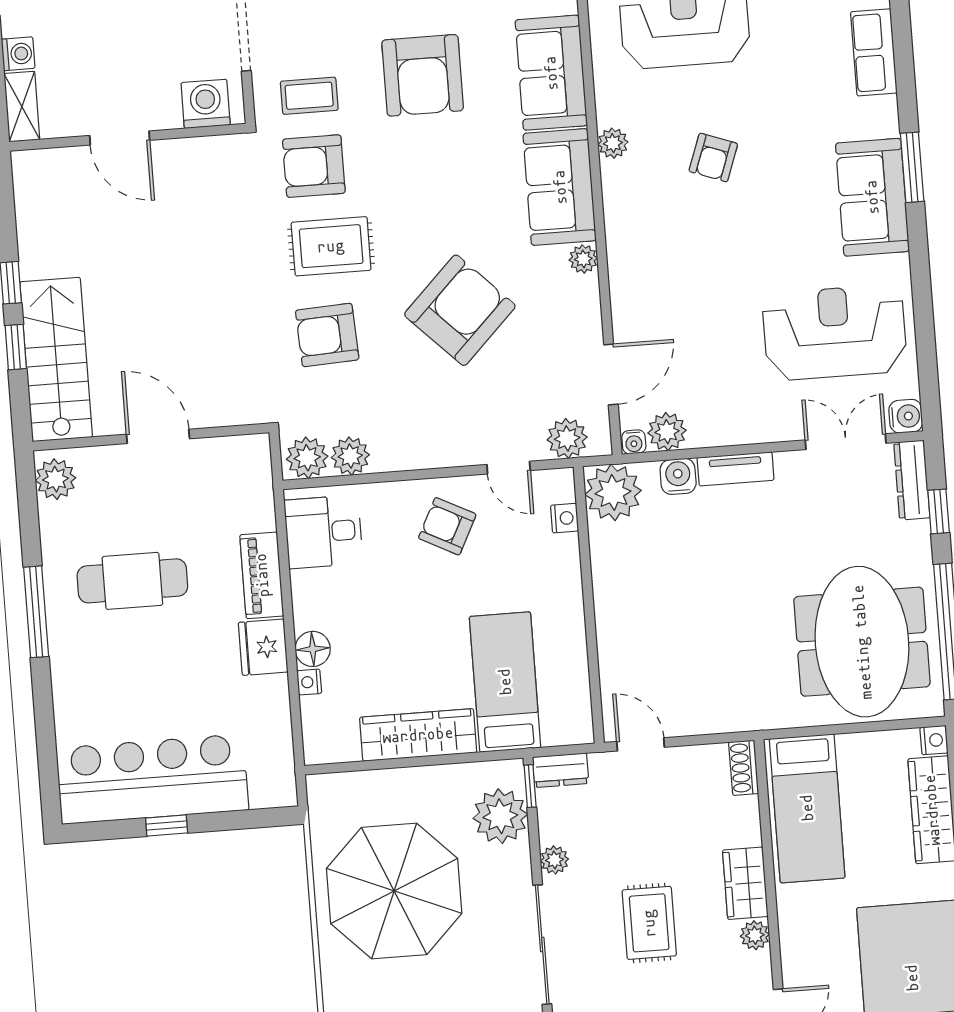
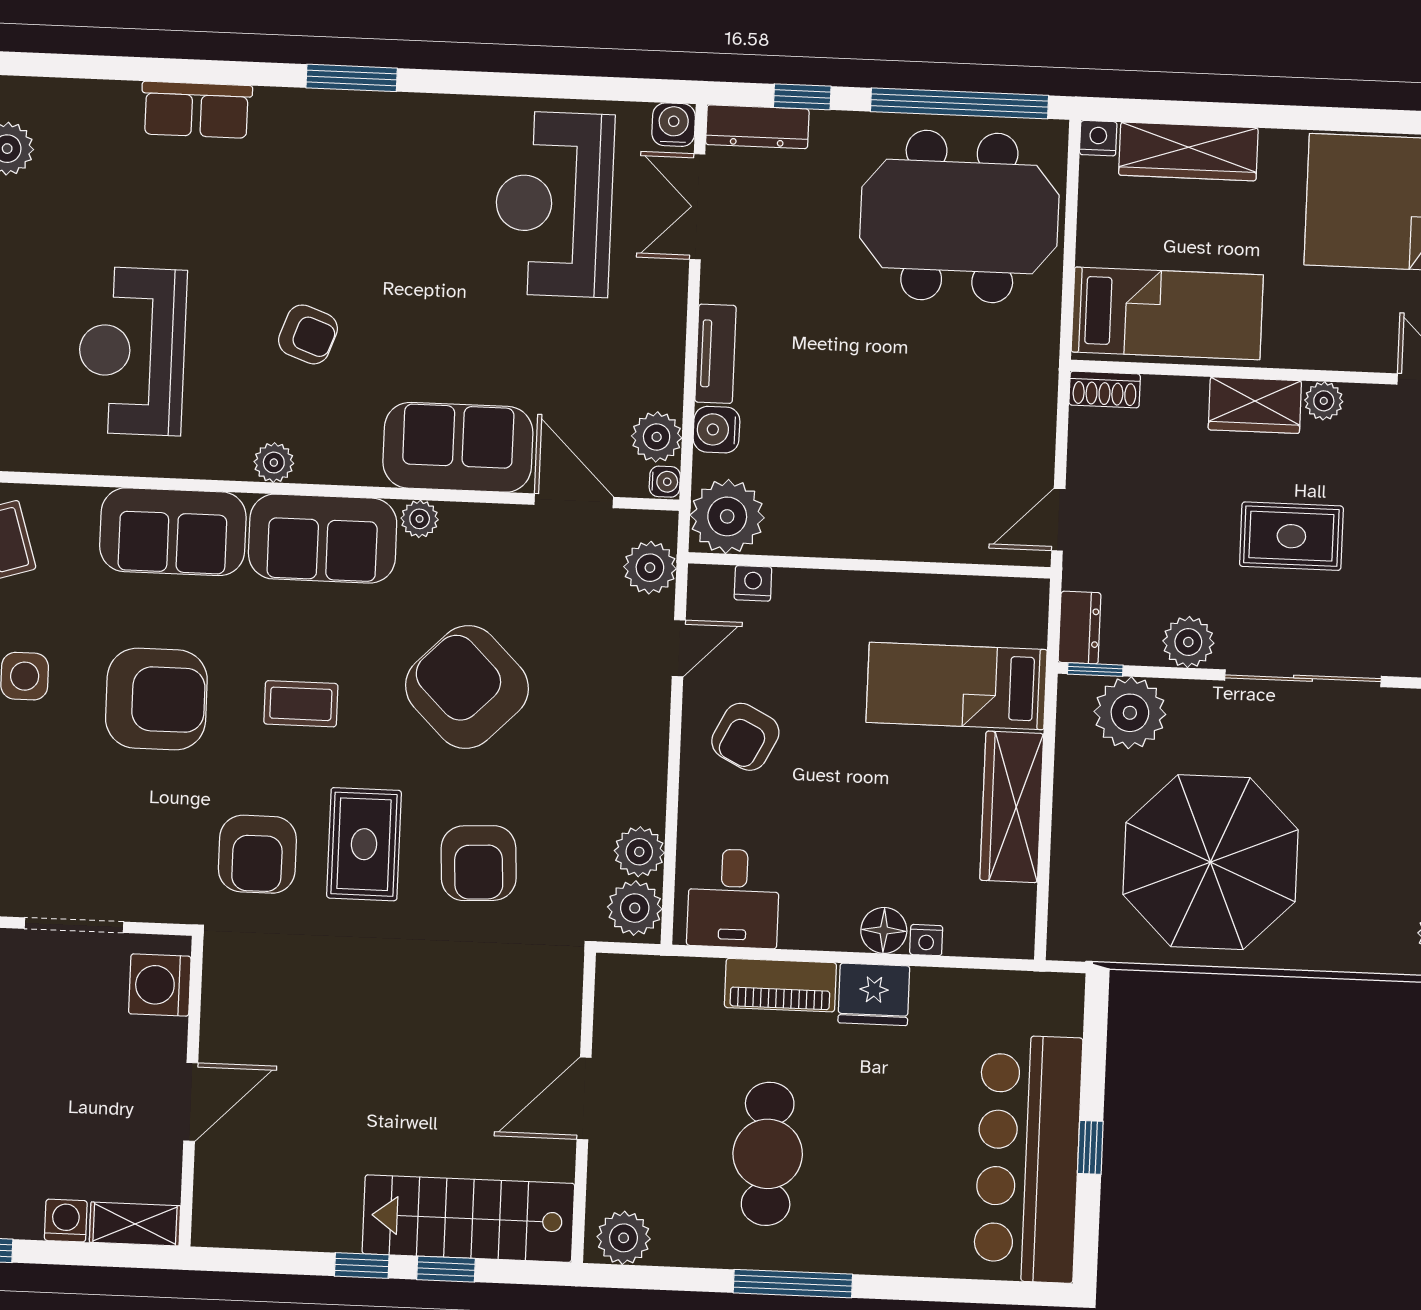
coffee table: (309, 96) -> (301, 704), moved, turned 90
sofa: (872, 197) -> (458, 447), moved, turned 180
plant: (554, 860) -> (1188, 642), width x1.38, depth x1.38

